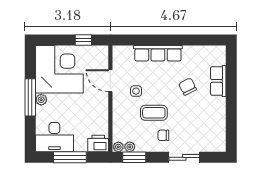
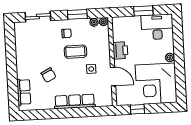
row of seats: (218, 81) -> (24, 92), moved
window: (30, 97) -> (179, 59), removed
printer: (98, 144) -> (120, 50), moved, turned -90
window: (70, 157) -> (143, 11), width x0.69
window: (134, 157) -> (77, 14), moved
sliding door: (184, 157) -> (38, 16), moved

